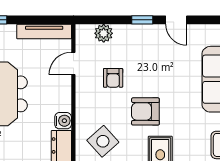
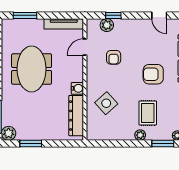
window: (142, 20) -> (113, 15), moved
armchair: (145, 111) -> (153, 74), moved

